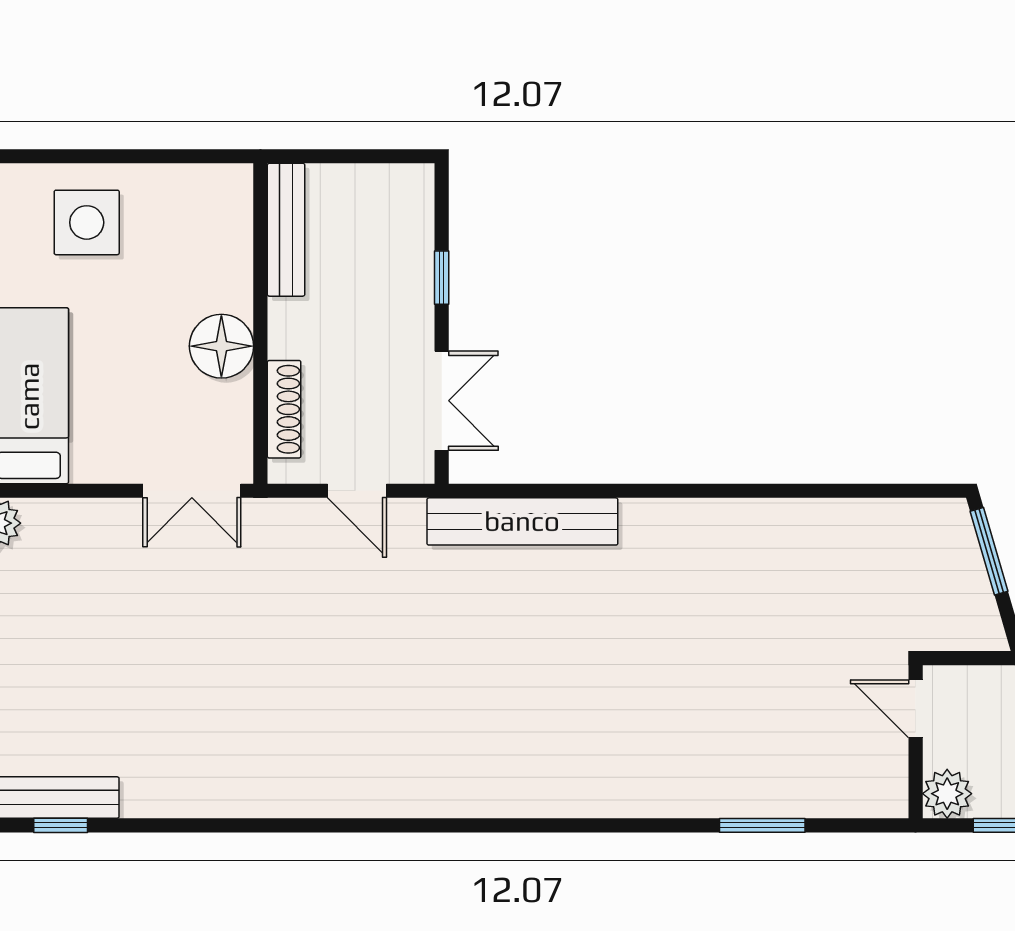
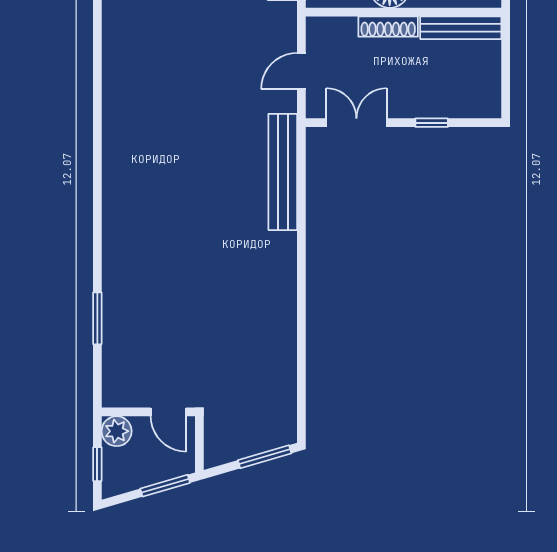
double door: (442, 401) -> (356, 123), swing flipped
shoe rack: (284, 409) -> (388, 27), moved
door: (916, 709) -> (168, 412), swing flipped

